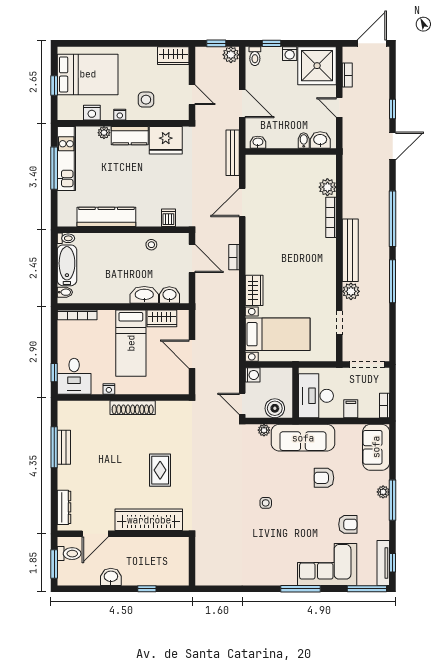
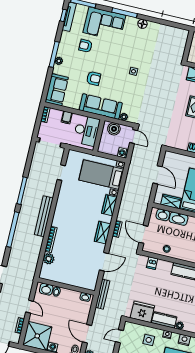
door: (192, 95) -> (119, 336), hinge flipped
door: (242, 104) -> (87, 334), moved
wardrobe: (255, 246) -> (103, 233), added
plant: (351, 291) -> (49, 190), removed
floor lamp: (269, 578) -> (142, 24), added

